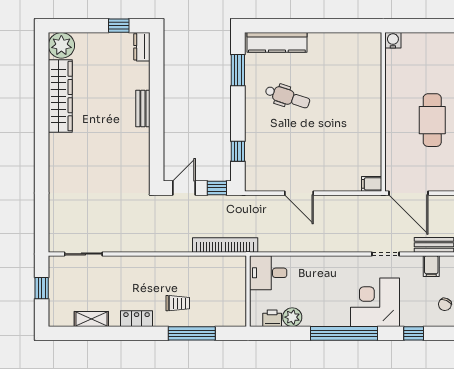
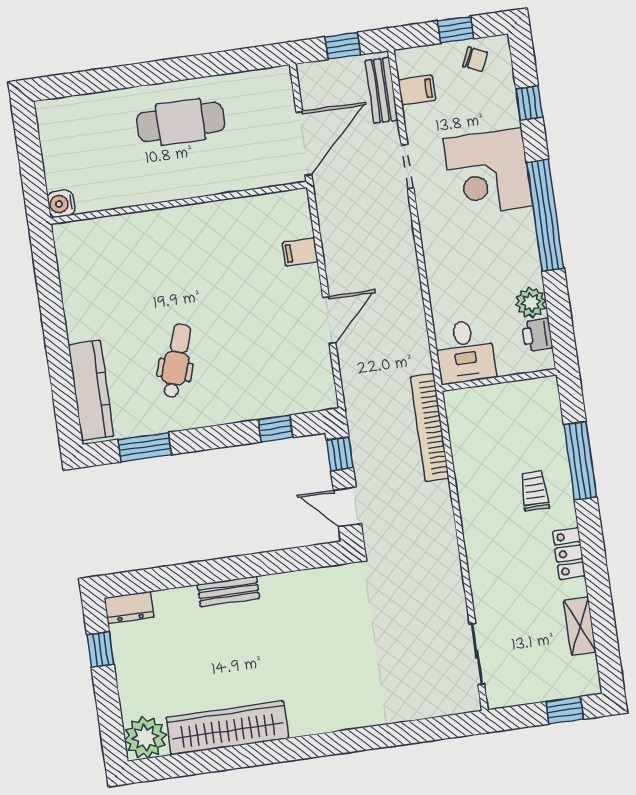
filing cabinet: (372, 184) -> (300, 252), moved, turned 90
window: (42, 288) -> (565, 710), moved

